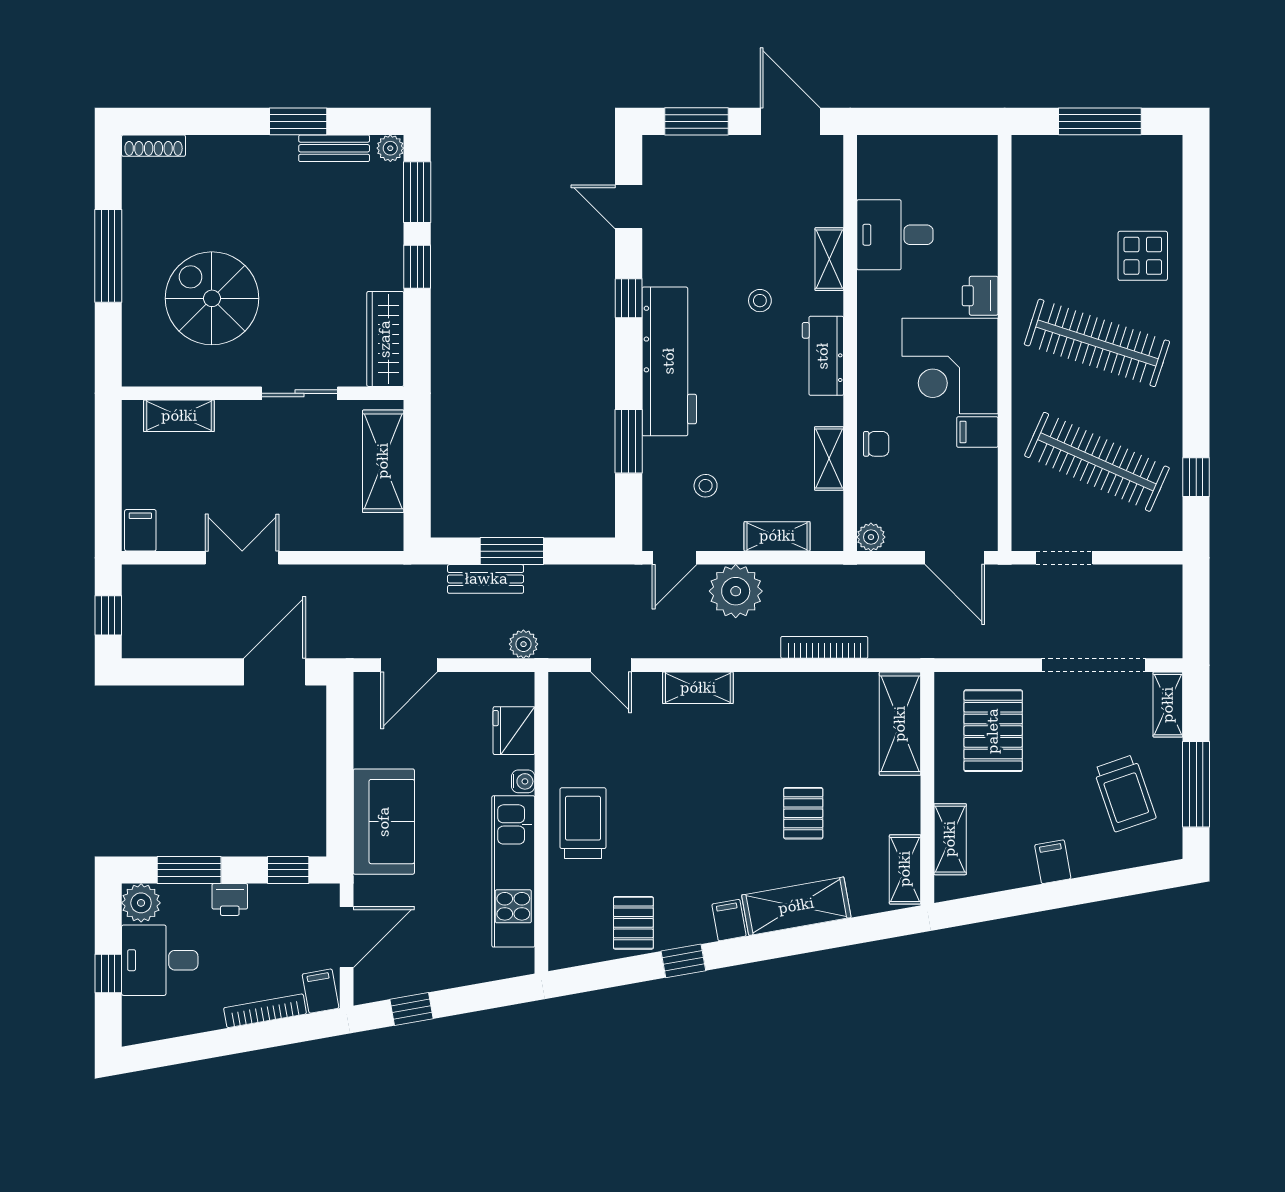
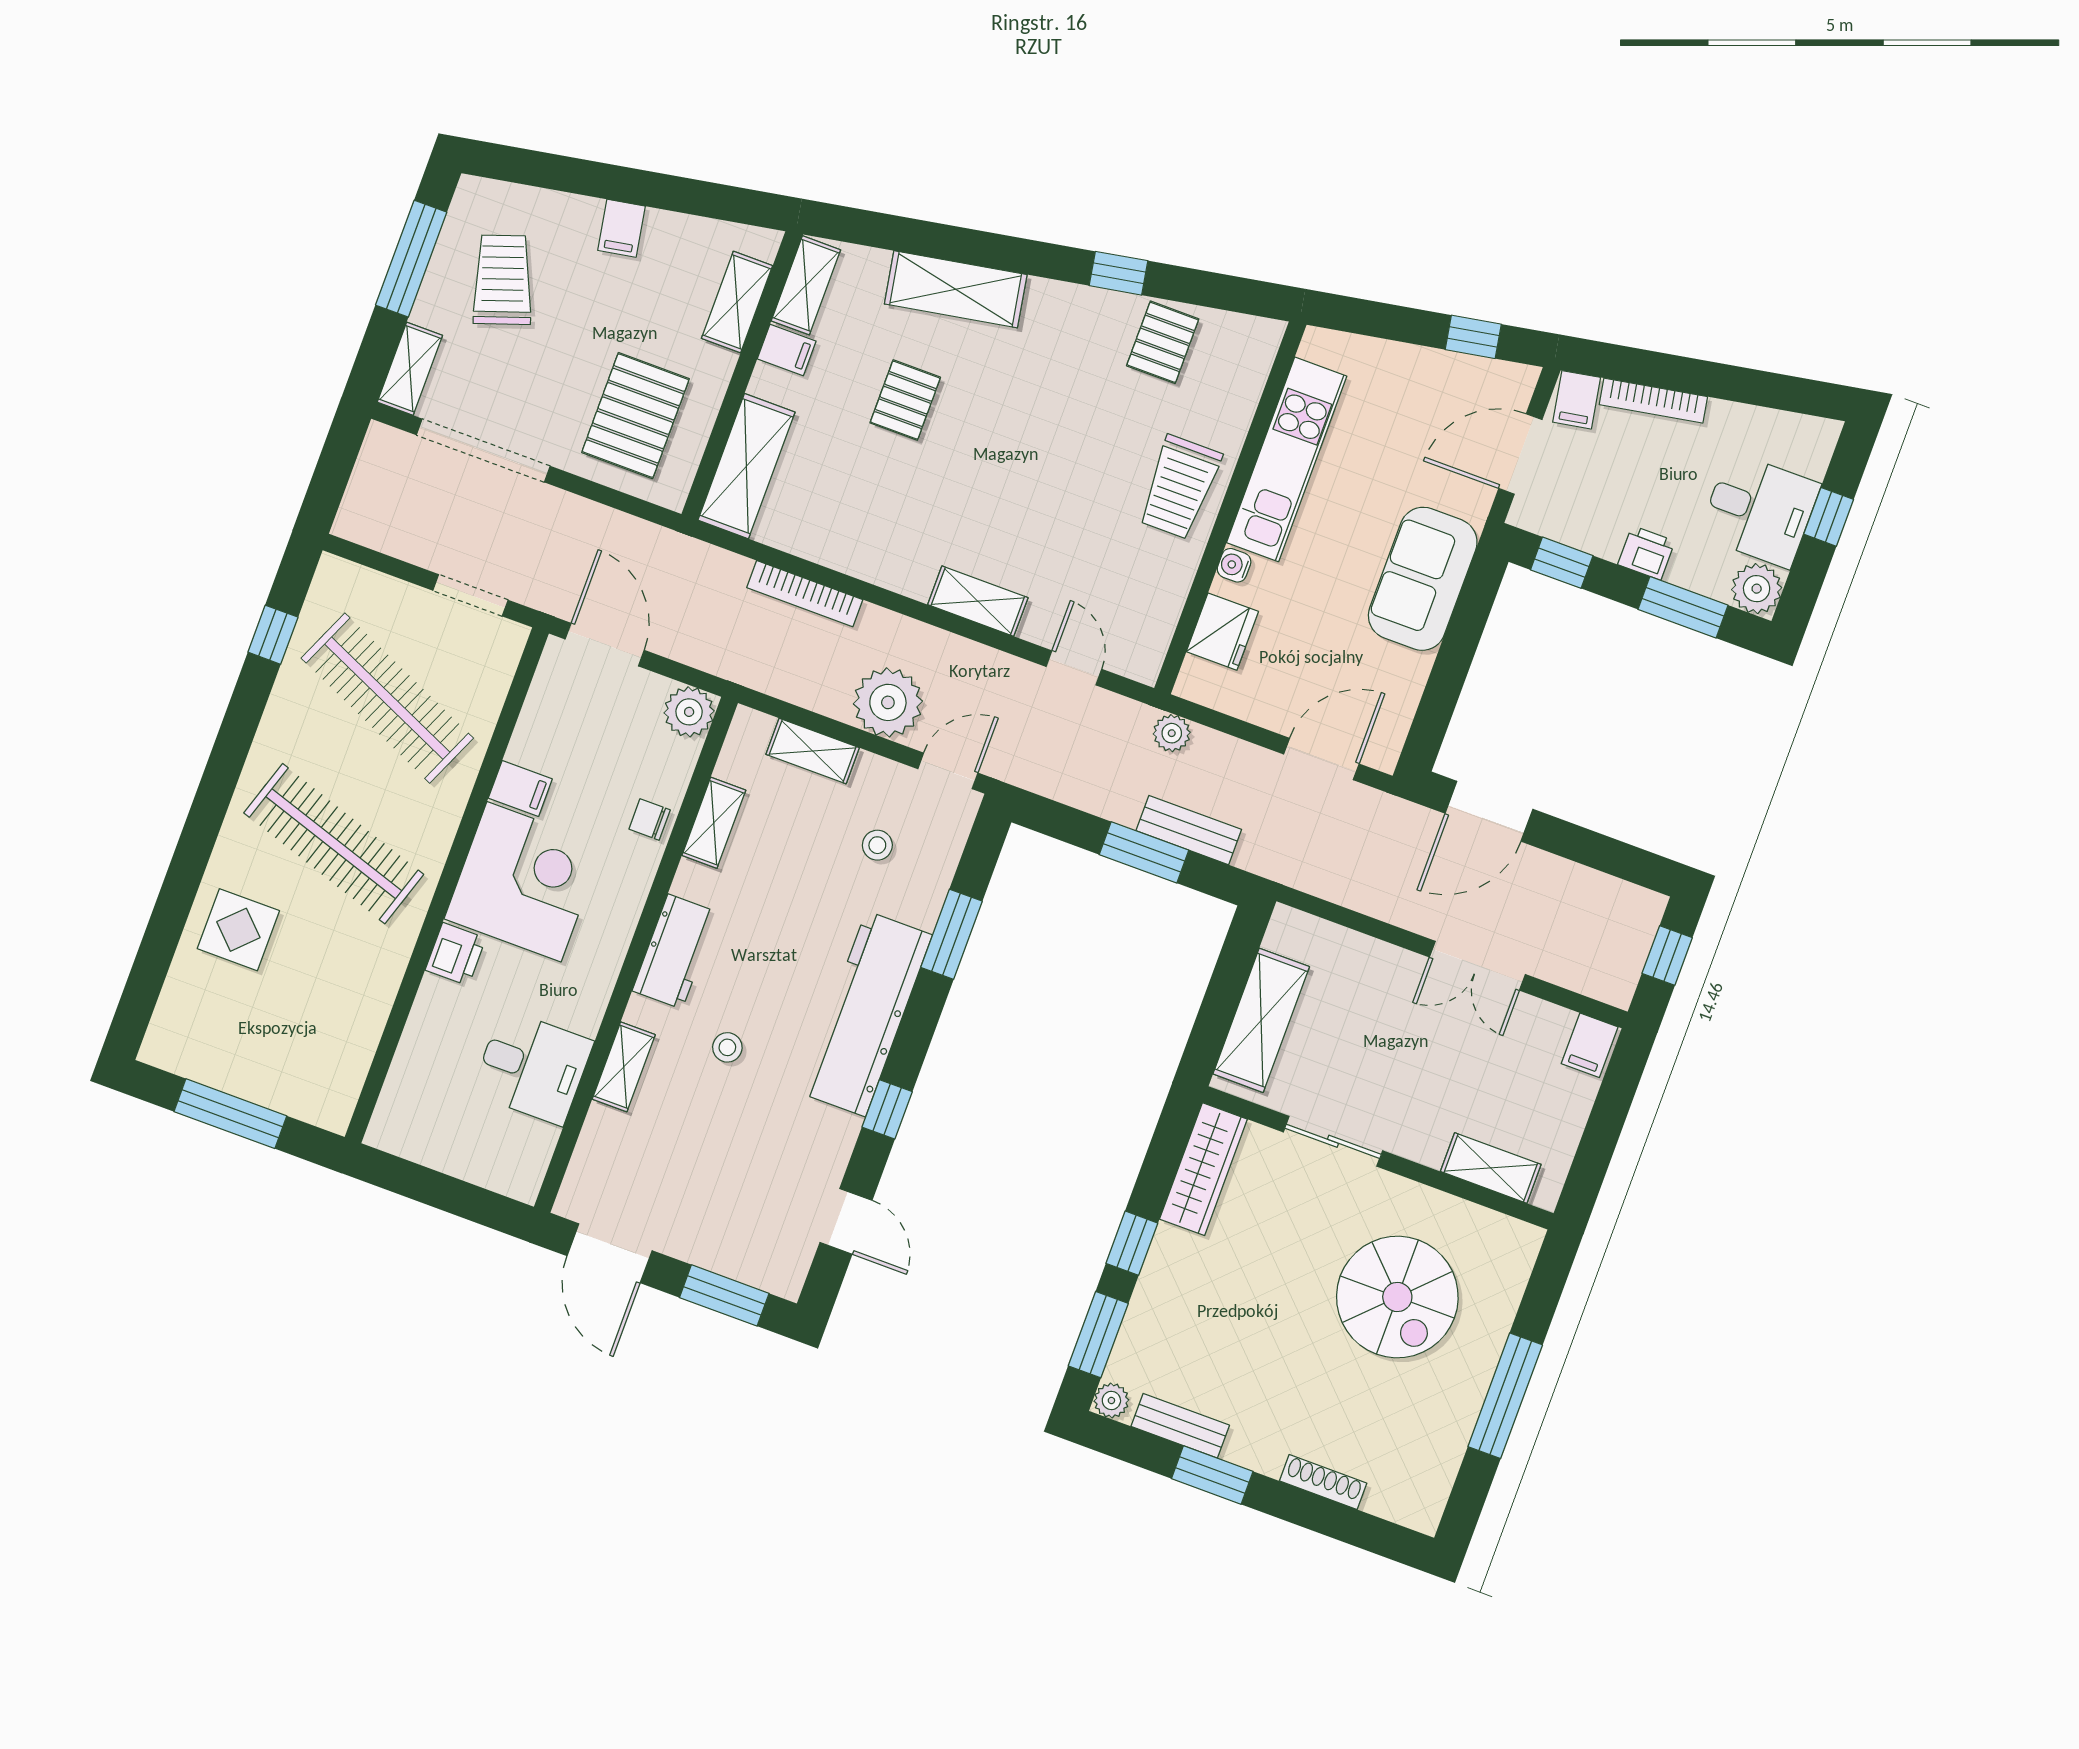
shoe rack: (154, 146) -> (1323, 1482), moved
plant: (871, 537) -> (689, 712), width x1.38, depth x1.38
filing cabinet: (729, 920) -> (787, 350), moved, turned -80

